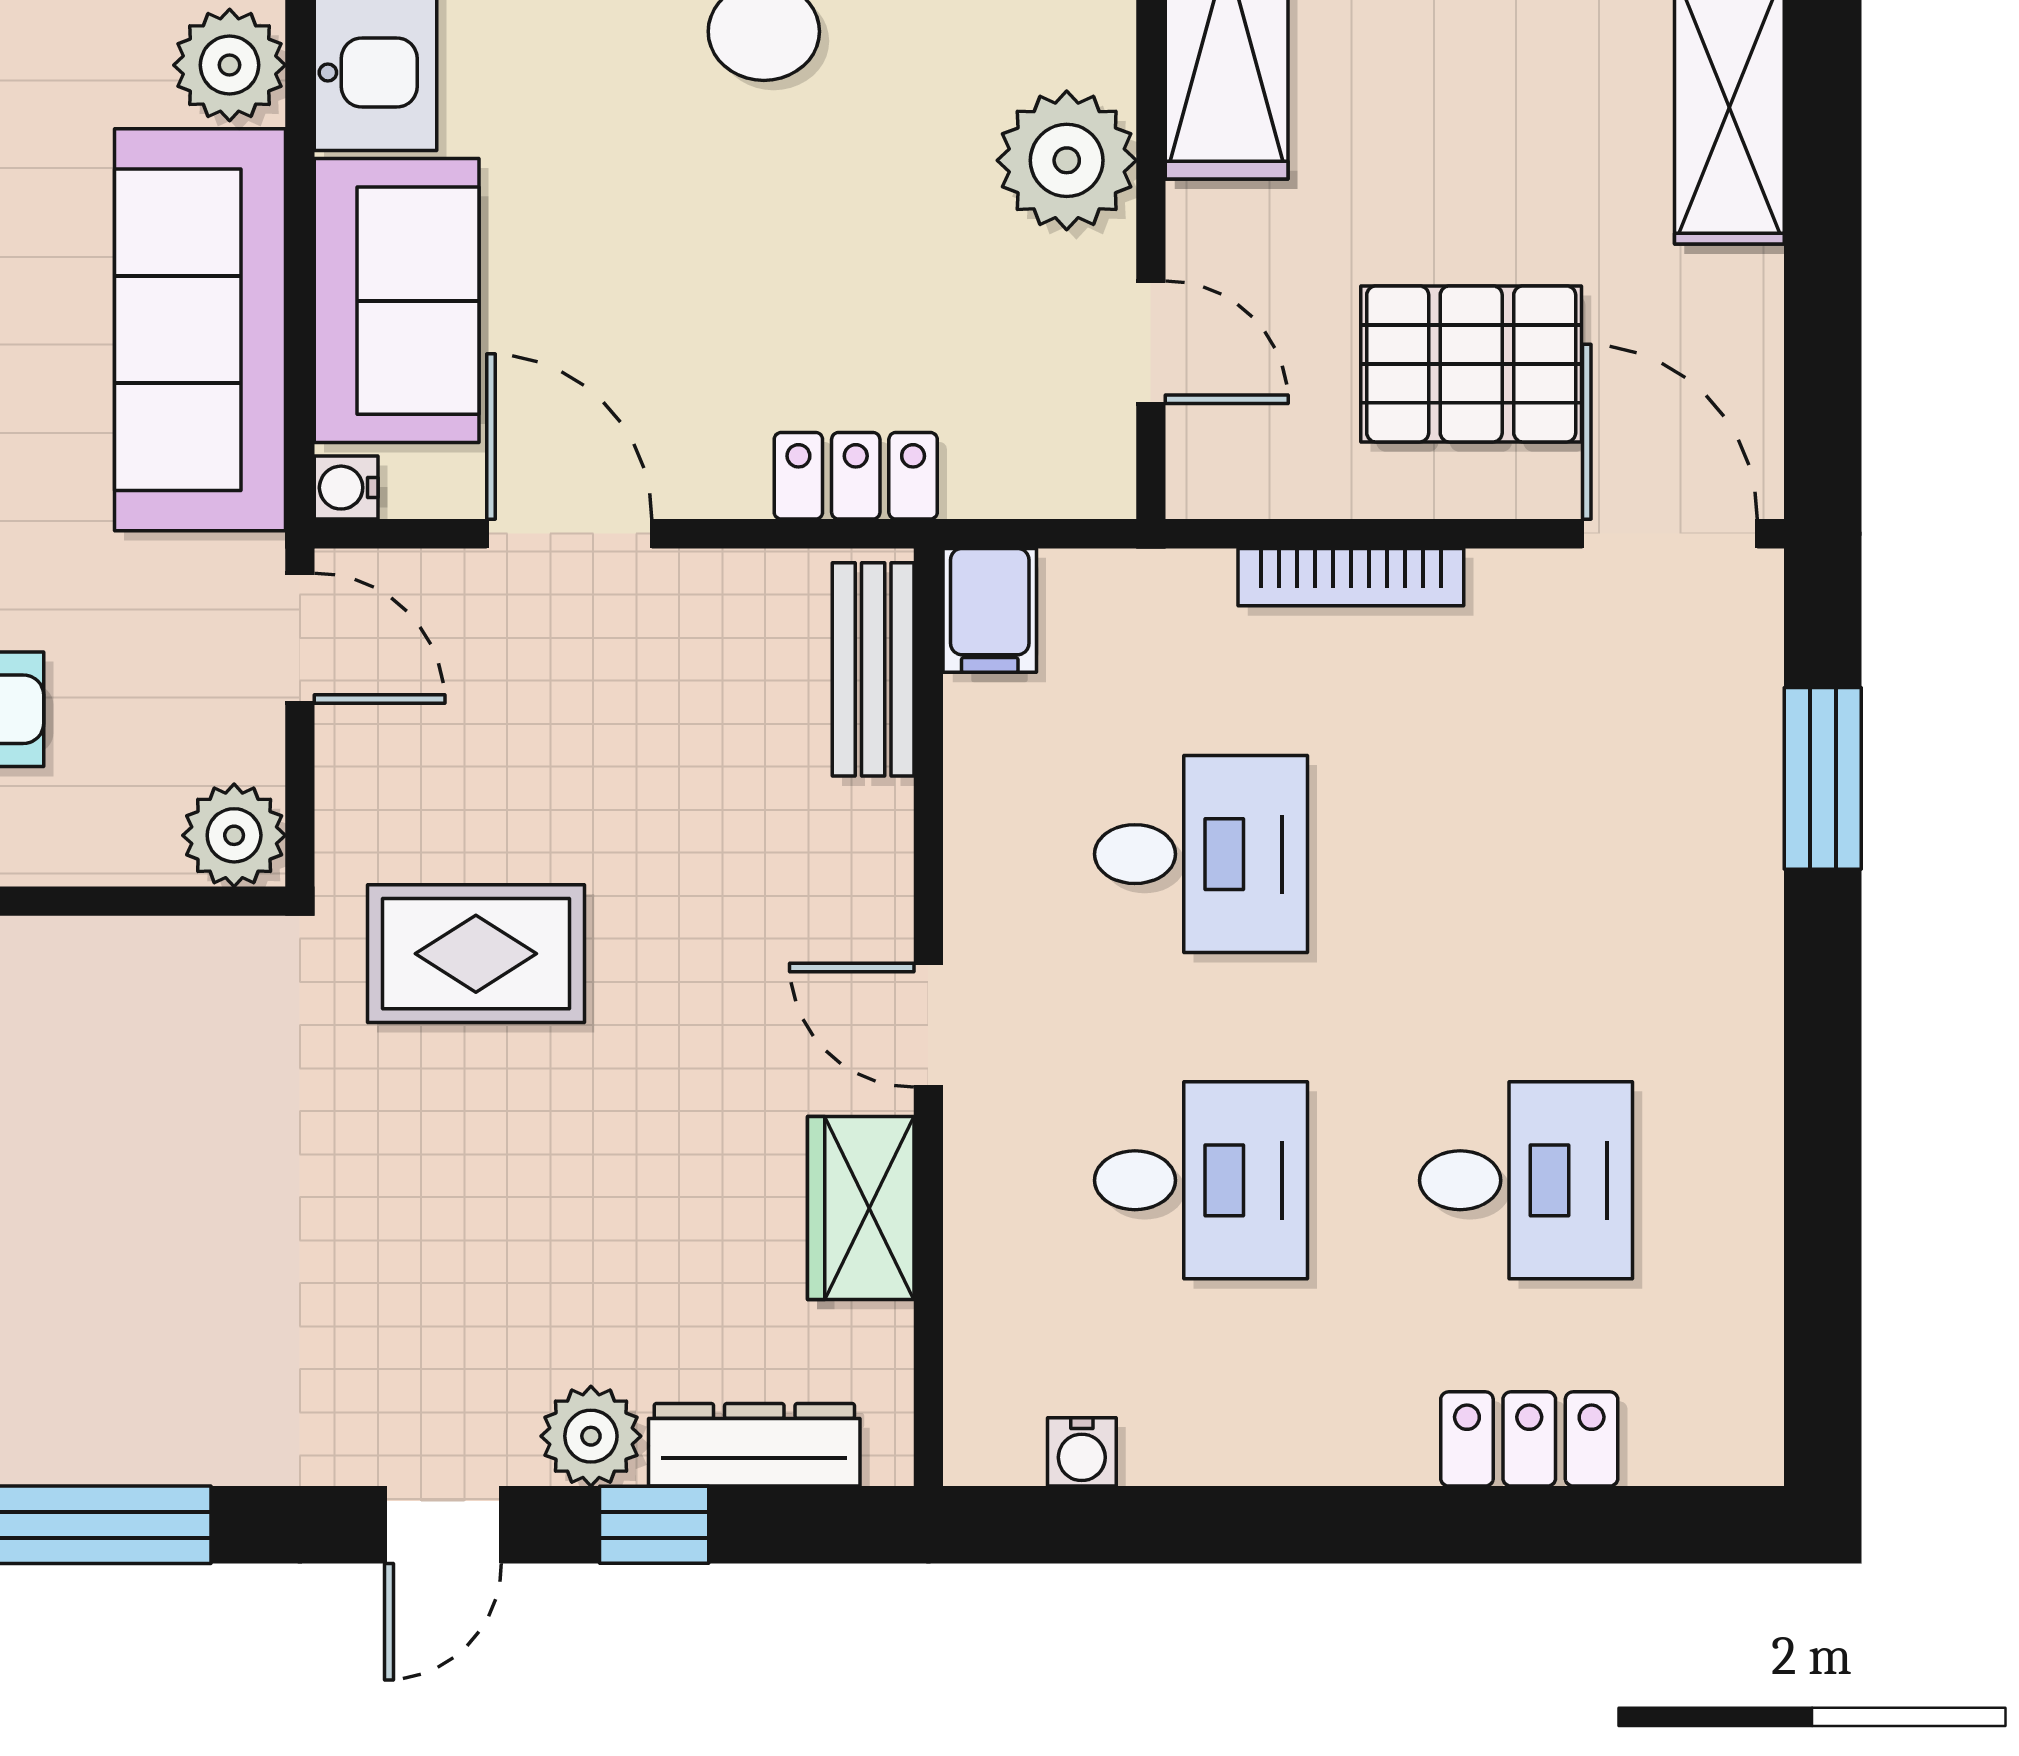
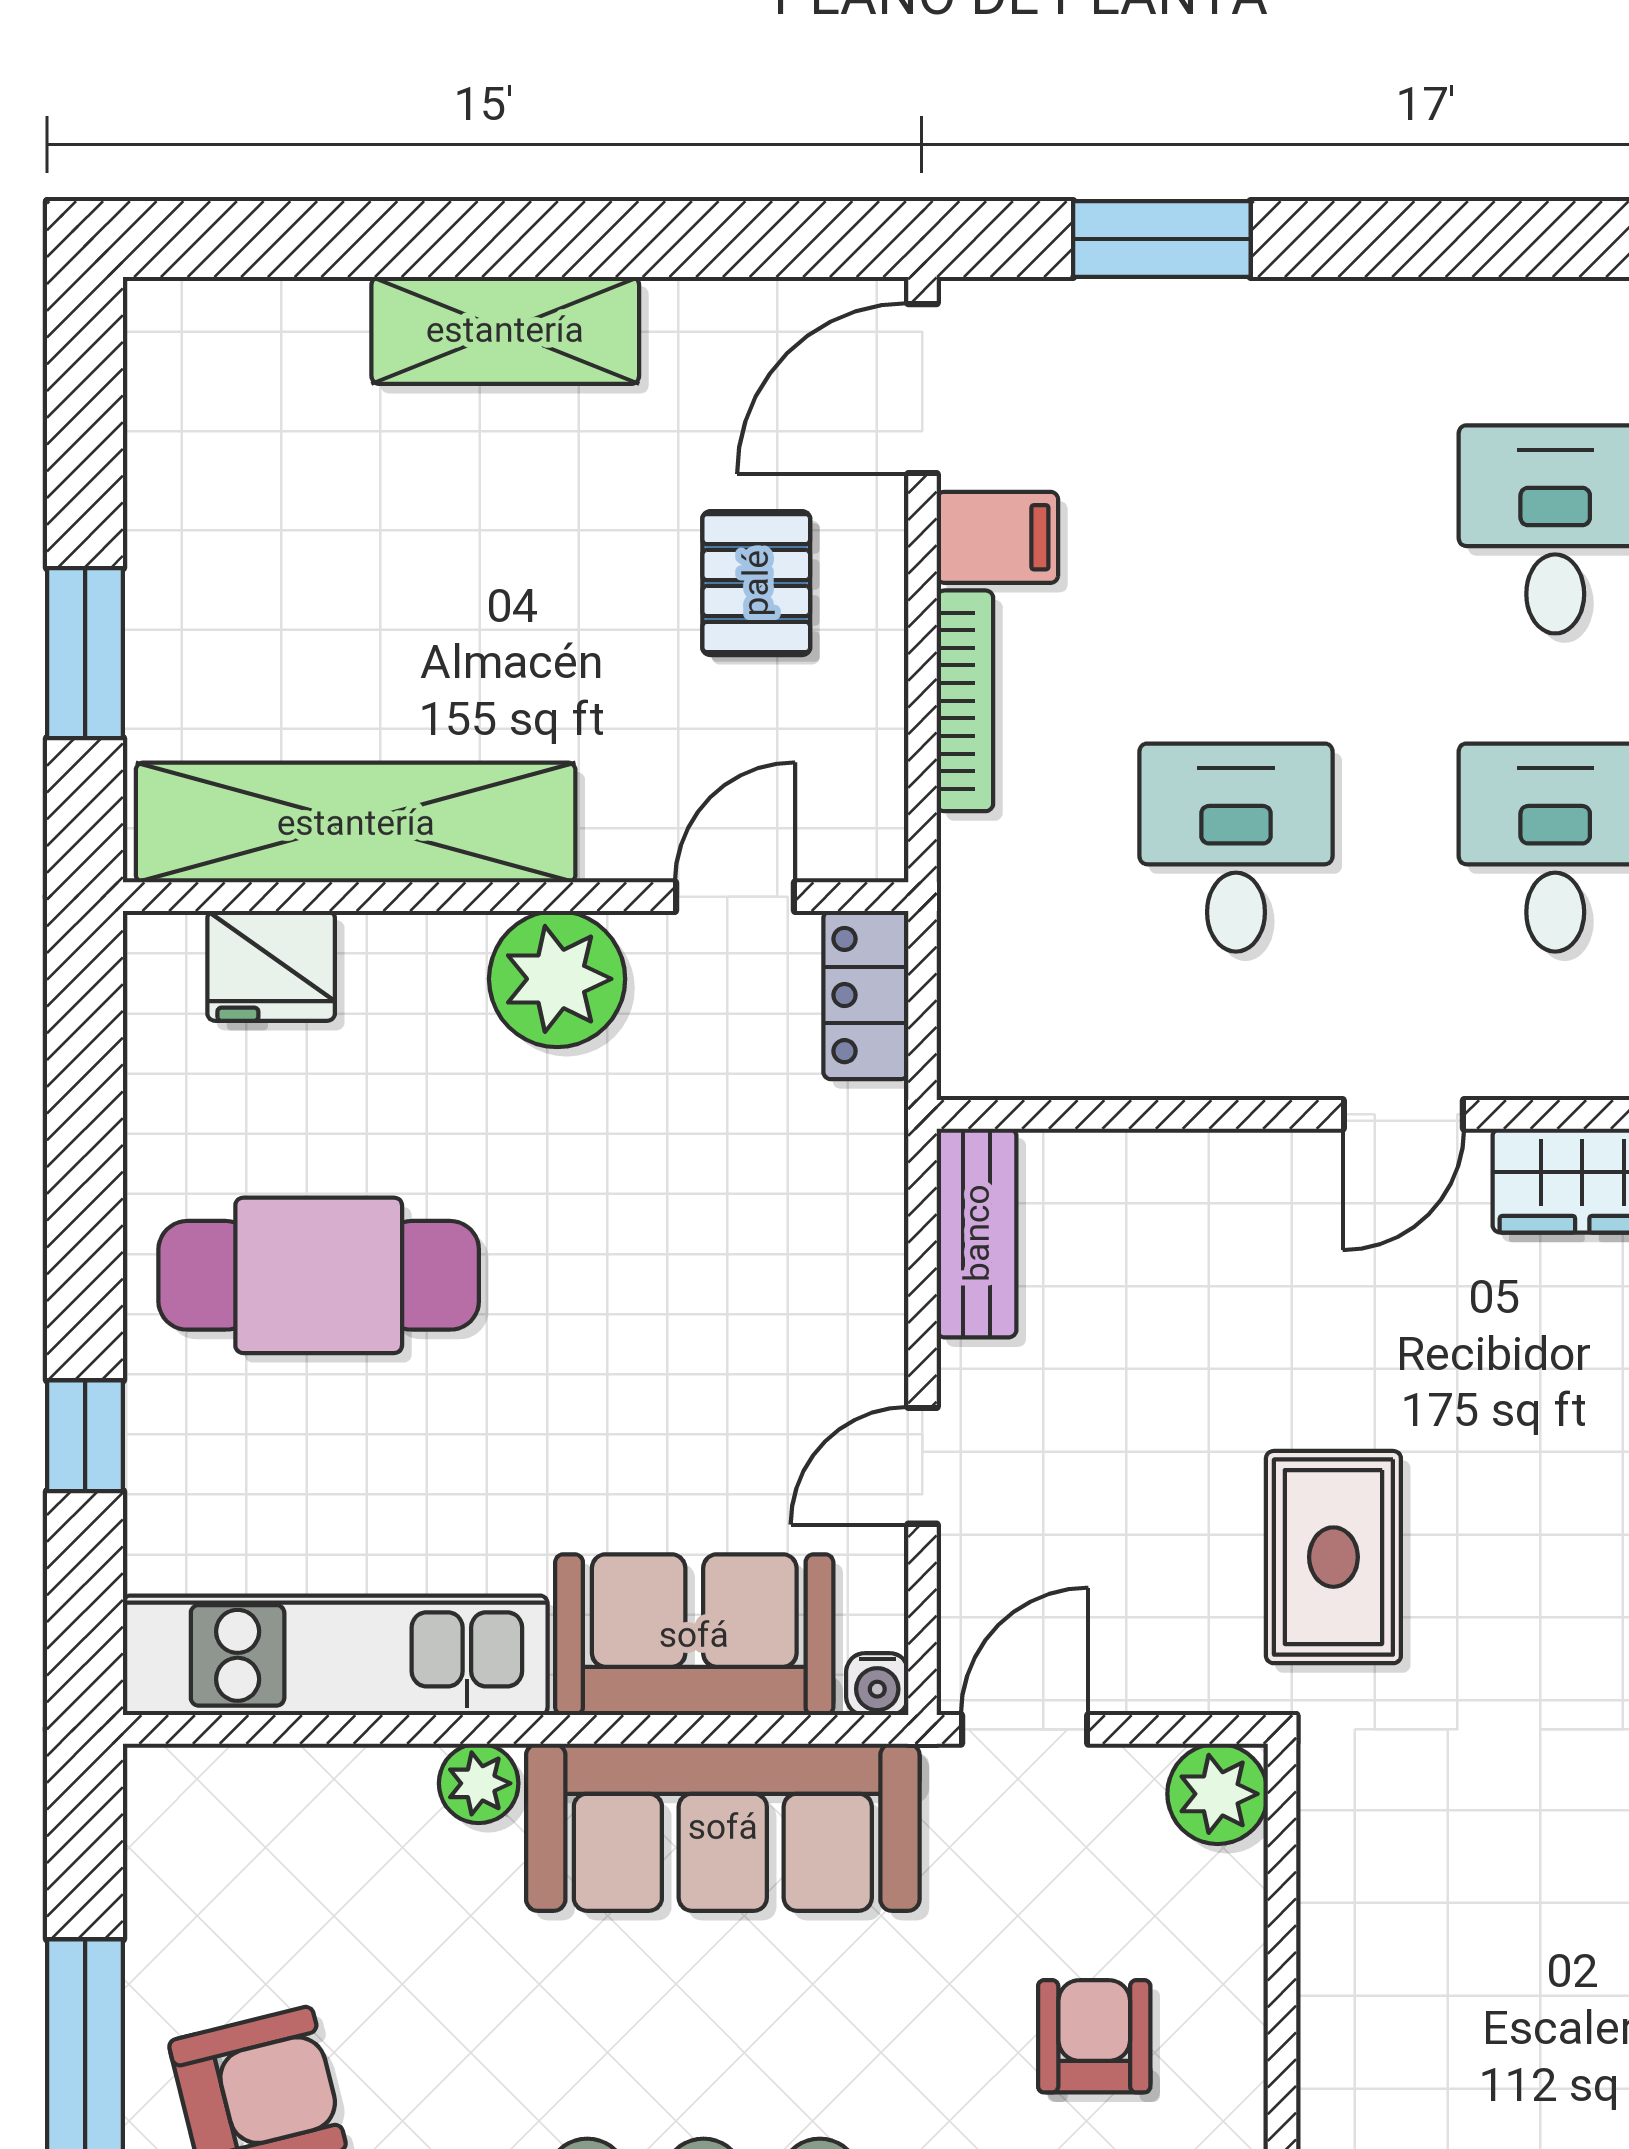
plant: (230, 65) -> (479, 1783), width x0.73, depth x0.73
pallet: (1471, 364) -> (756, 583), width x0.67, depth x0.71
locker: (856, 476) -> (866, 995), moved
door: (569, 534) -> (922, 1466), width x0.73
filing cabinet: (990, 610) -> (997, 537), moved
bench: (873, 669) -> (977, 1233), moved, turned 90

